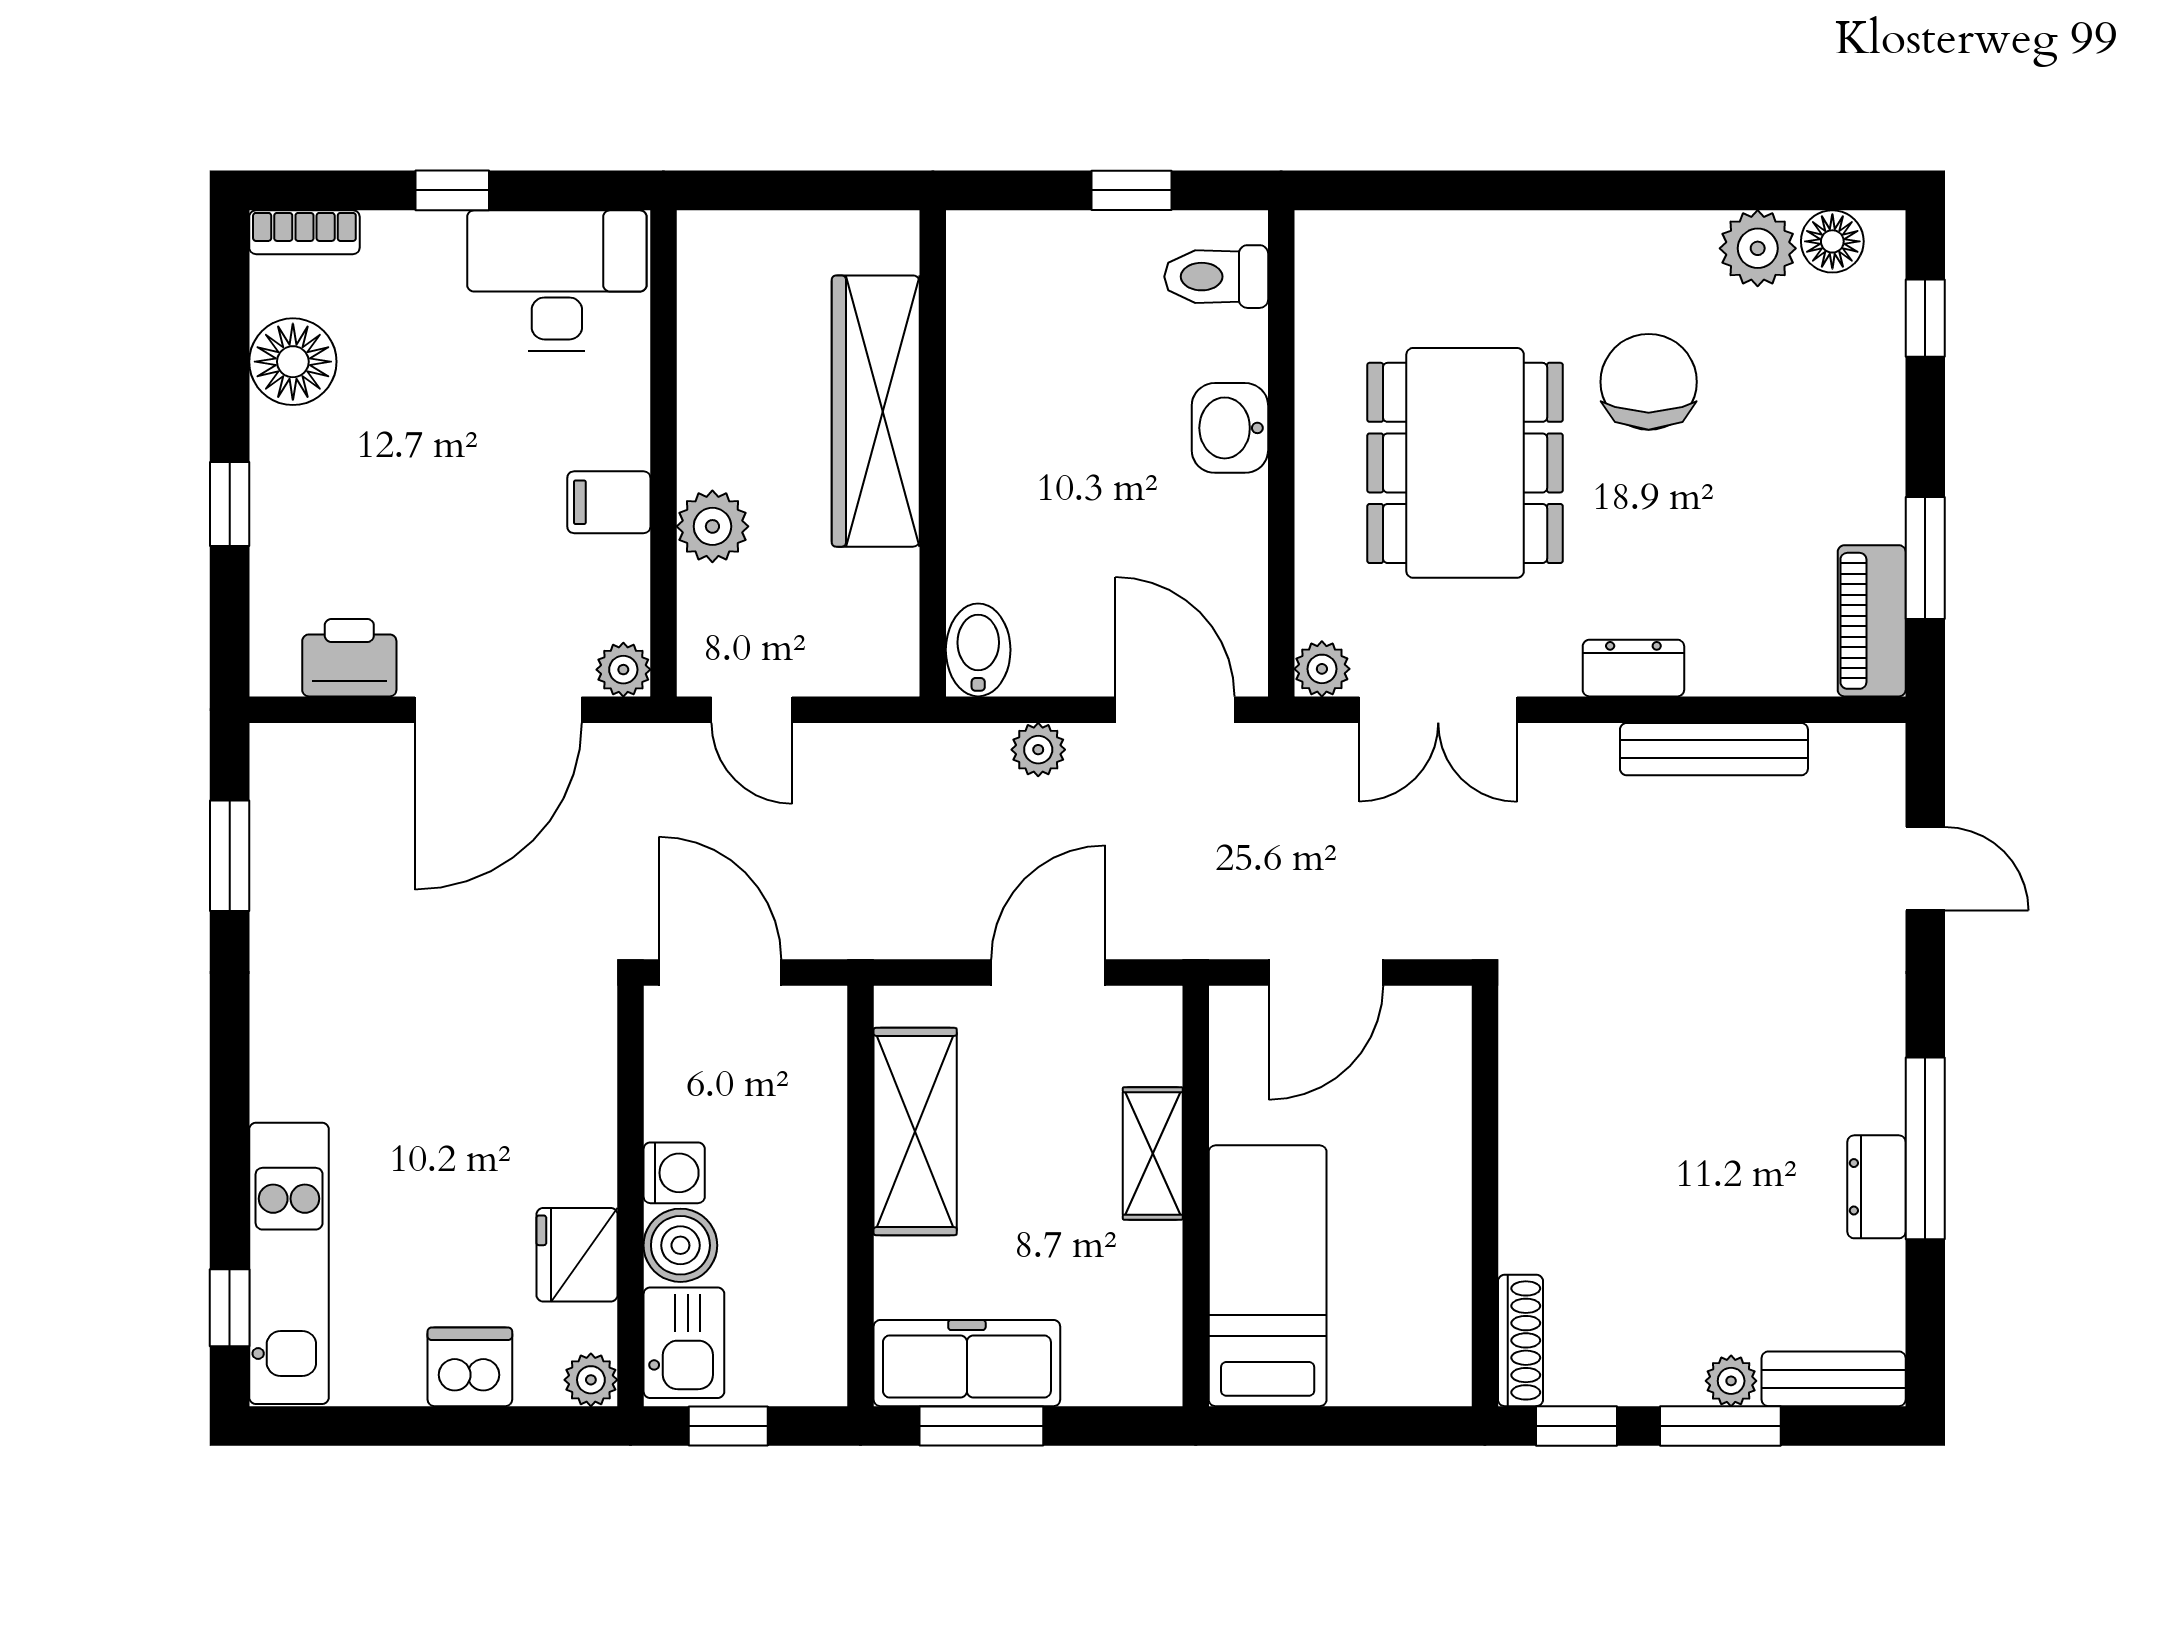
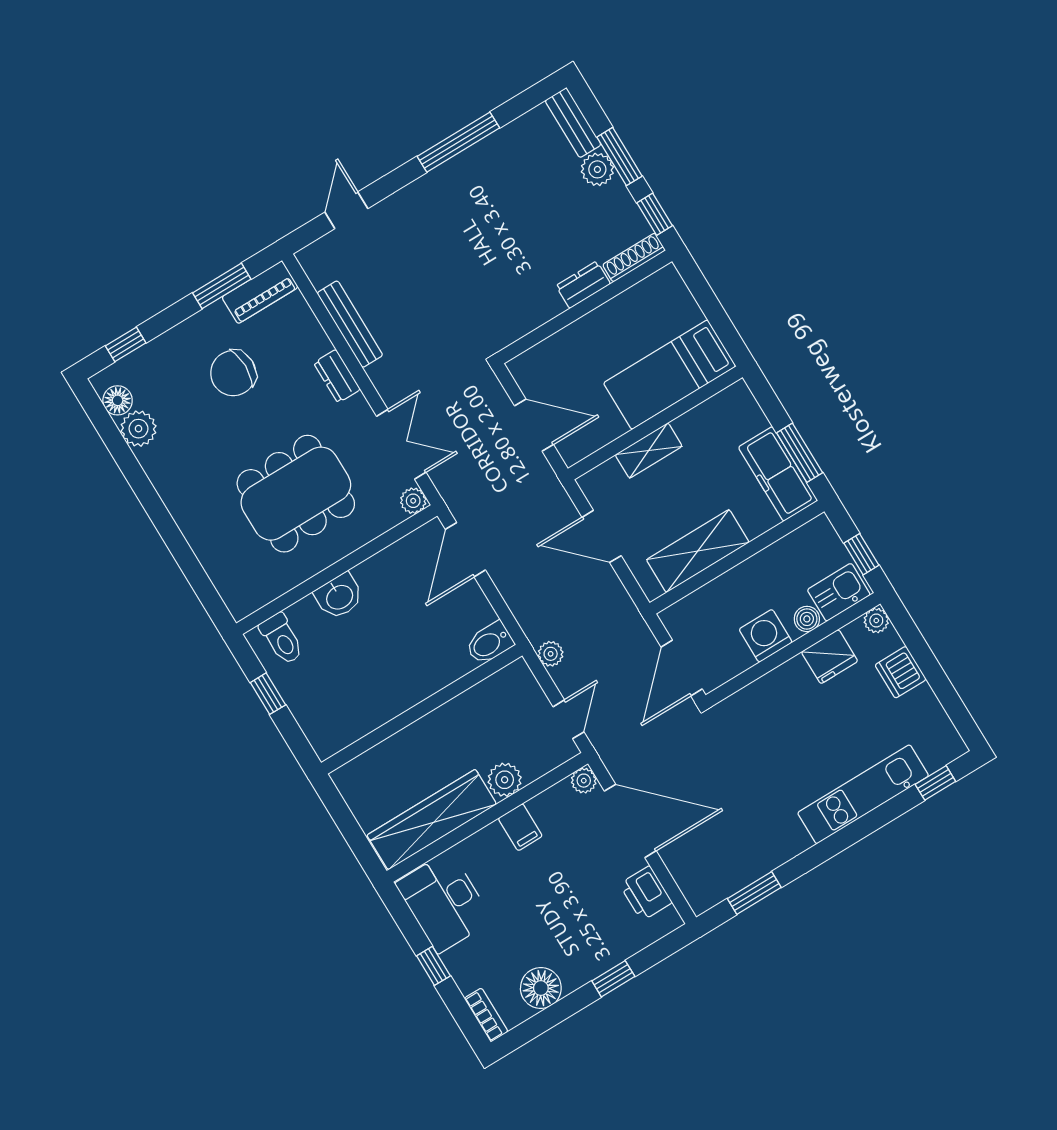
chair: (1649, 382) -> (233, 373), moved
wardrobe: (876, 411) -> (432, 820), moved, turned 180
plant: (1038, 750) -> (551, 654), moved
washing machine: (674, 1173) -> (766, 636), width x1.38, depth x1.38
dresser: (1877, 1187) -> (583, 285), moved, turned 180
boiler: (680, 1245) -> (807, 619), width x0.73, depth x0.73
kitchen unit: (289, 1263) -> (863, 794), moved
plant: (1731, 1381) -> (597, 169), width x1.38, depth x1.38

